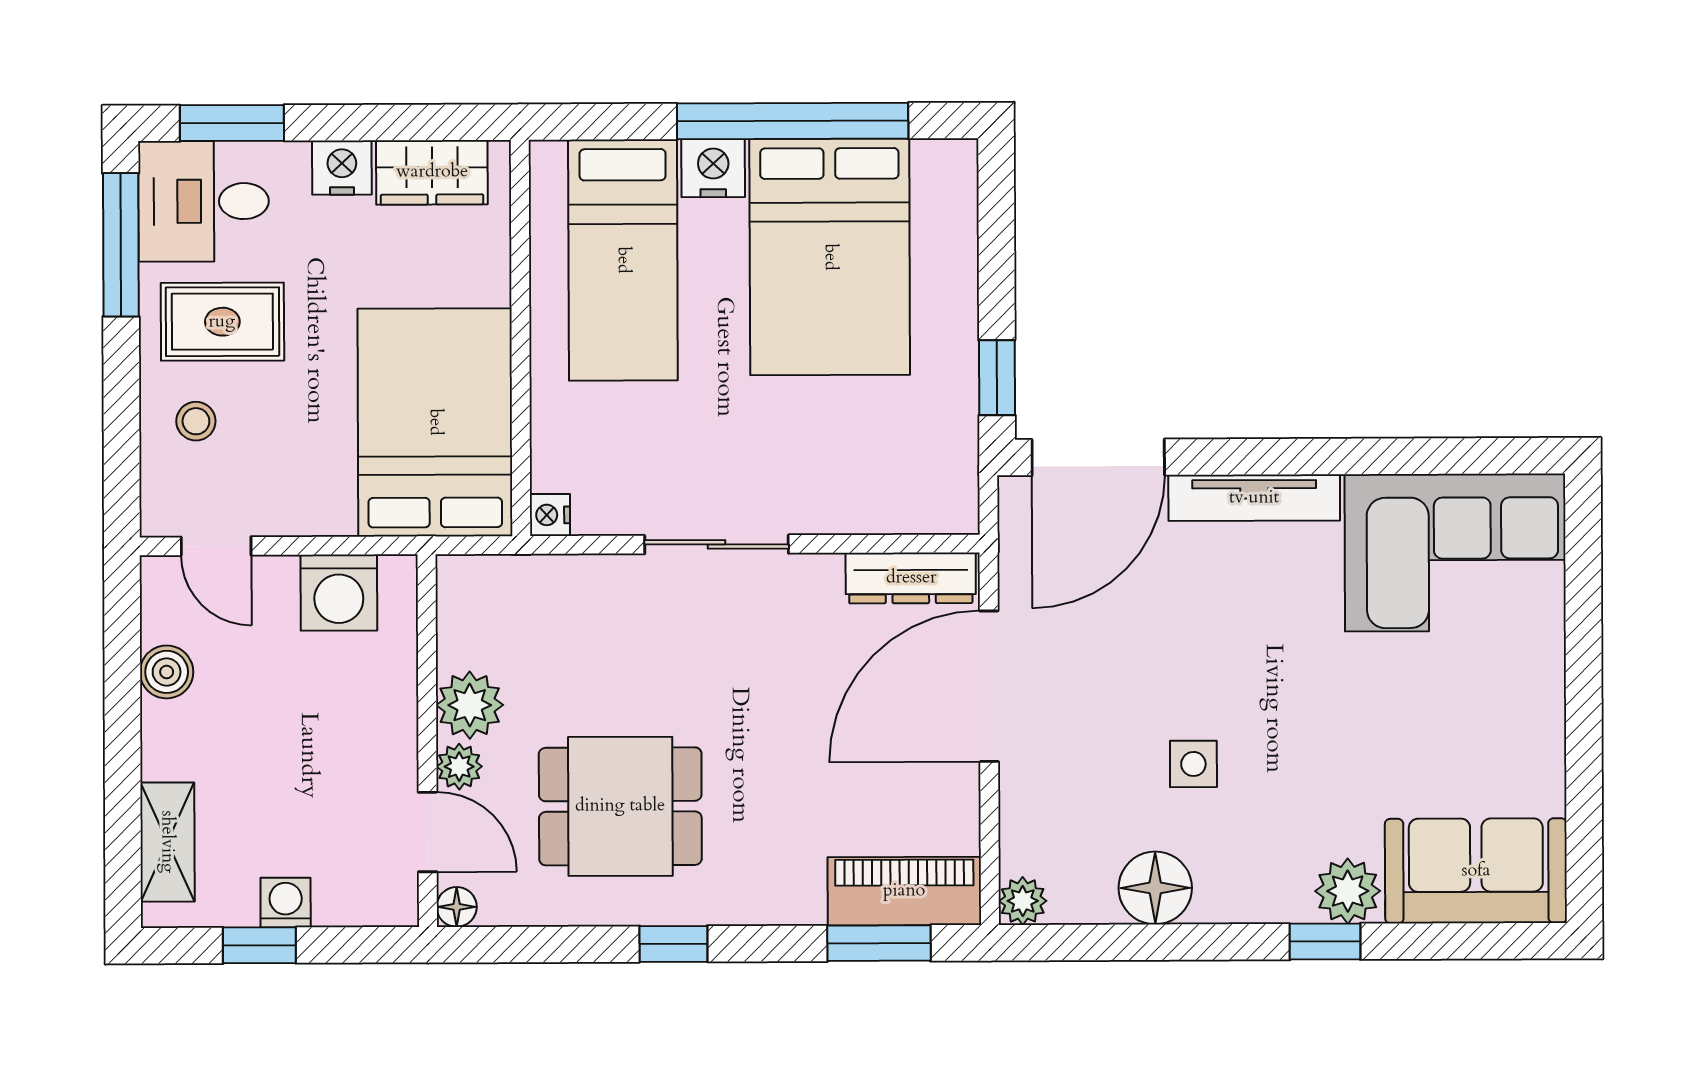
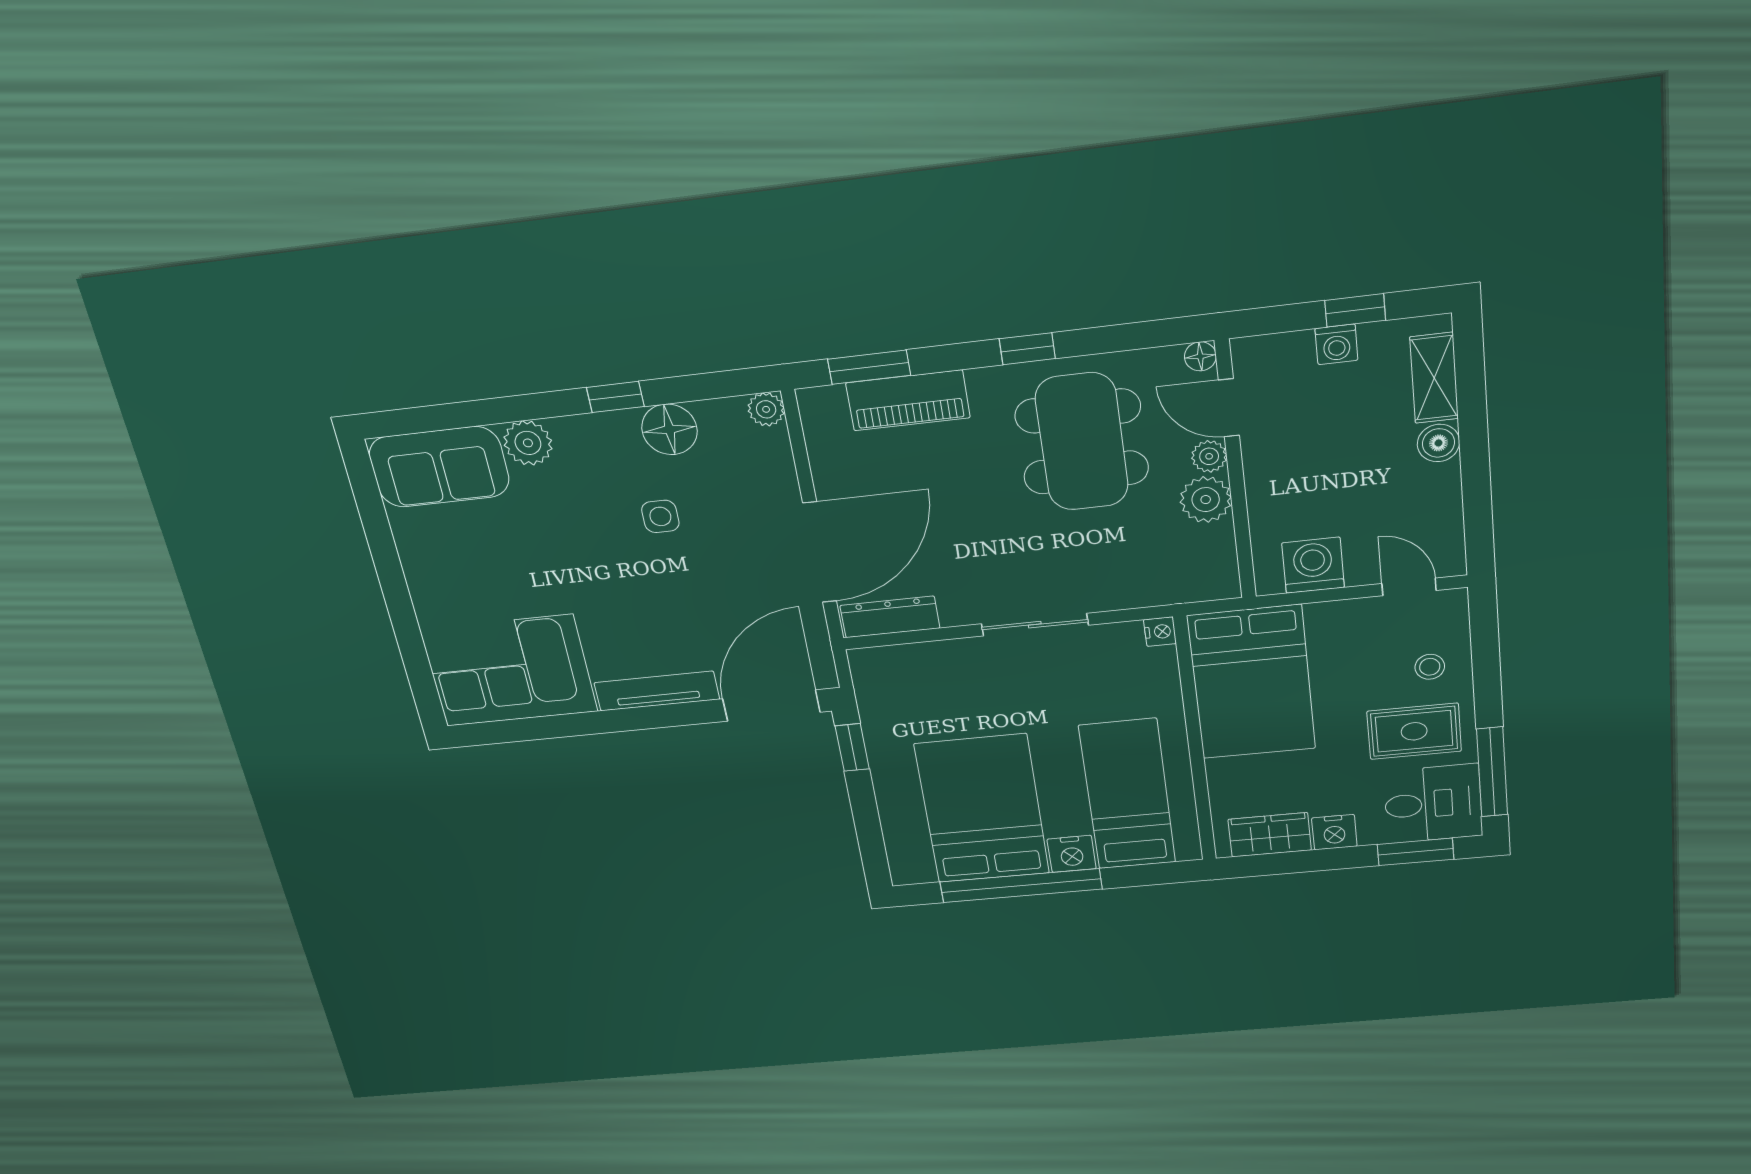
boiler: (167, 672) -> (1438, 443), moved
dining table: (620, 806) -> (1082, 442), width x1.38
piano: (904, 891) -> (908, 400), moved
window: (1325, 942) -> (615, 397), moved

